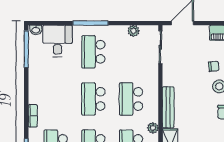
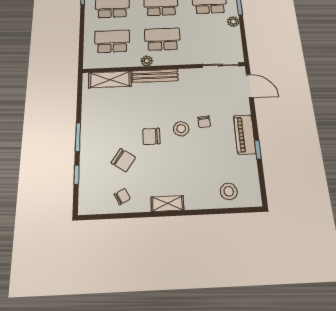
plant: (134, 31) -> (233, 22), moved
plant: (153, 128) -> (147, 61), moved

